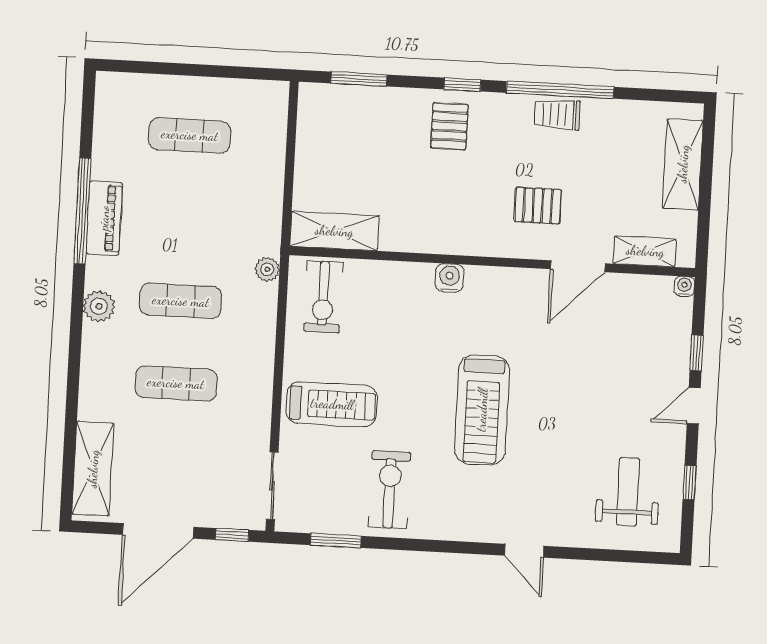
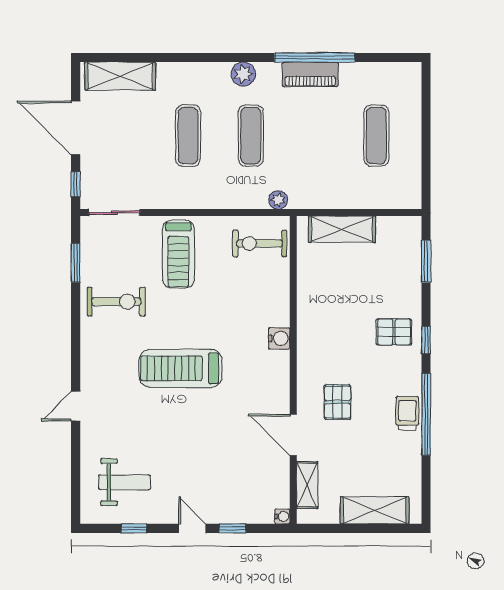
shelving: (334, 231) -> (342, 229), moved, turned 90

